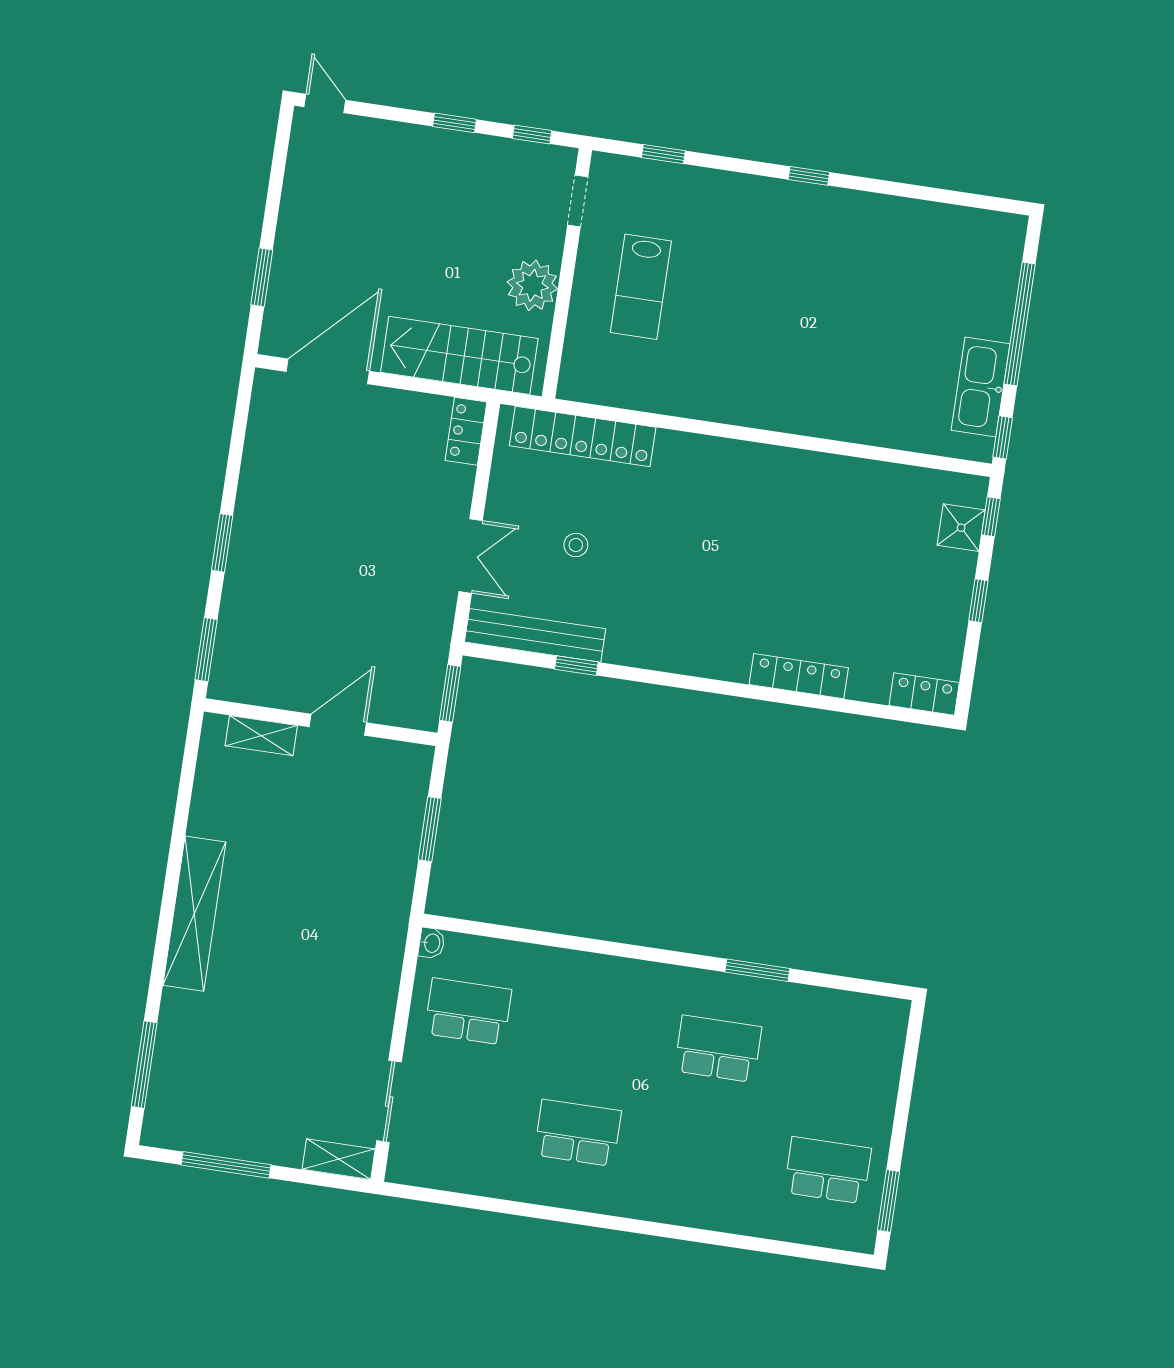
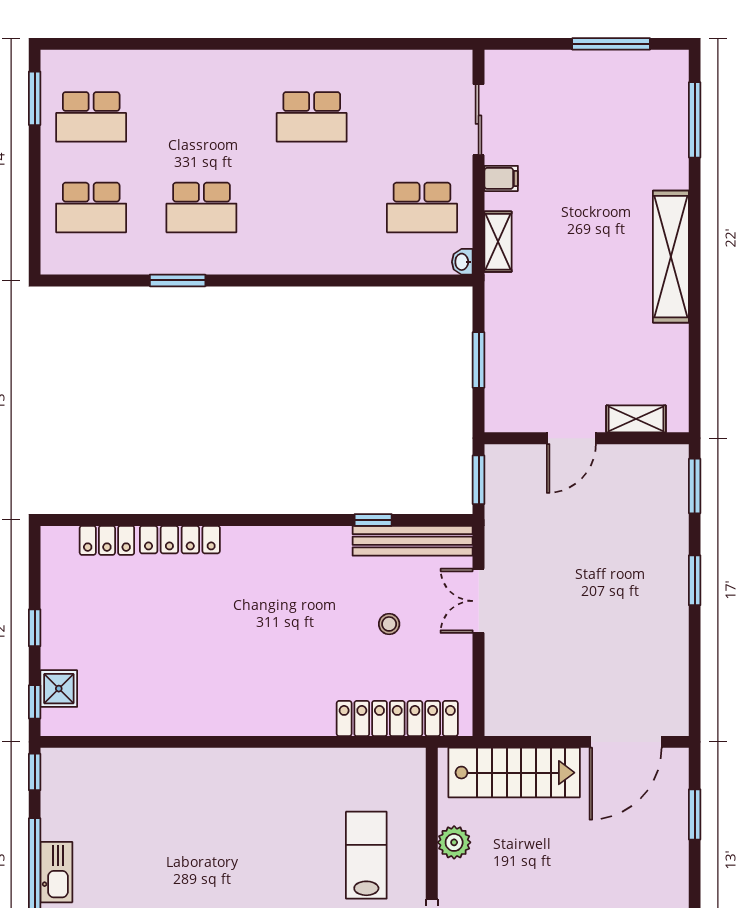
plant: (532, 285) -> (454, 842), width x0.73, depth x0.73
kitchen sink: (981, 387) -> (56, 872), moved, width x0.73, depth x0.81
locker: (466, 431) -> (499, 708), removed
locker: (924, 694) -> (107, 540), moved
filing cabinet: (373, 1031) -> (501, 178), added
school desk: (843, 1067) -> (91, 208), added
shelving: (339, 1159) -> (498, 242), moved, turned 90

